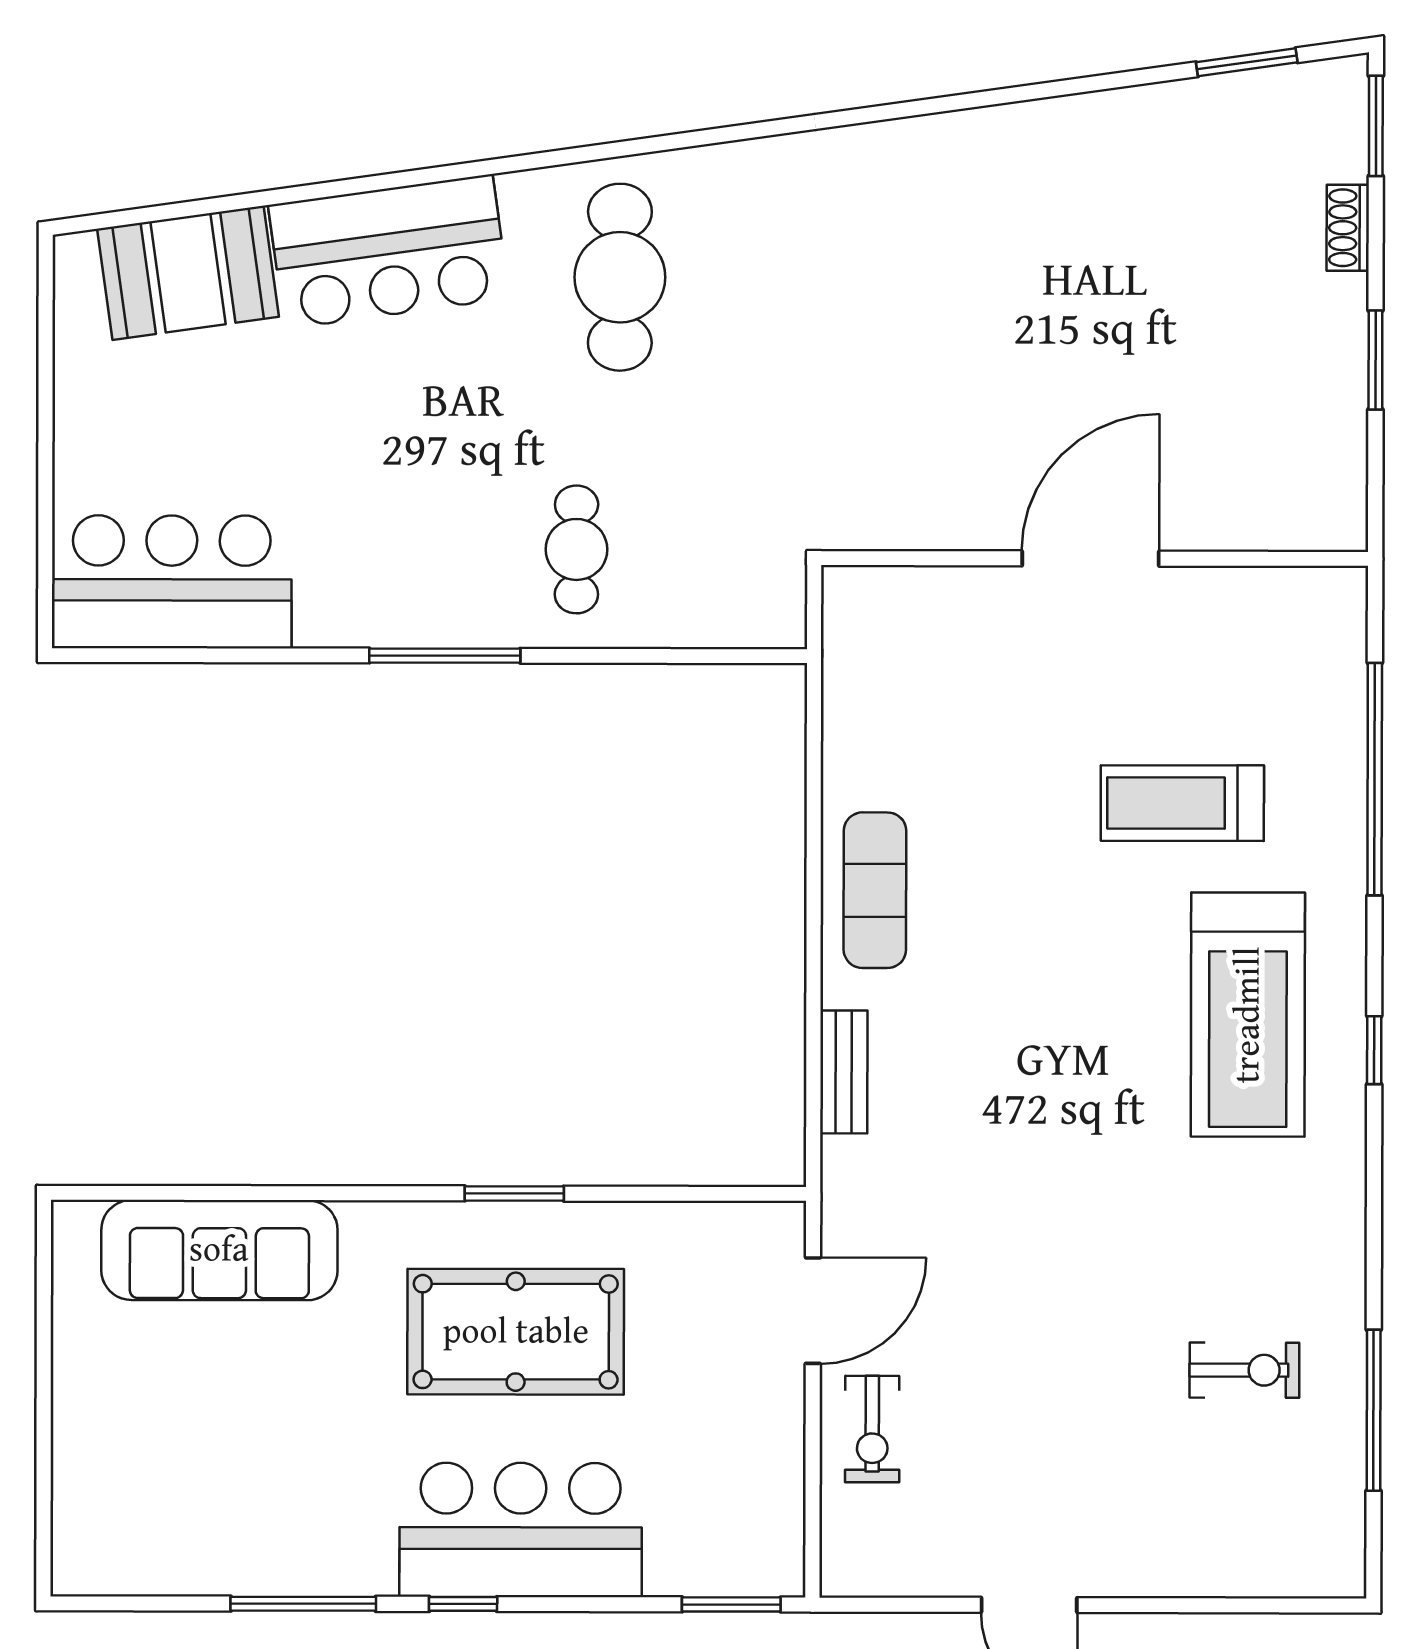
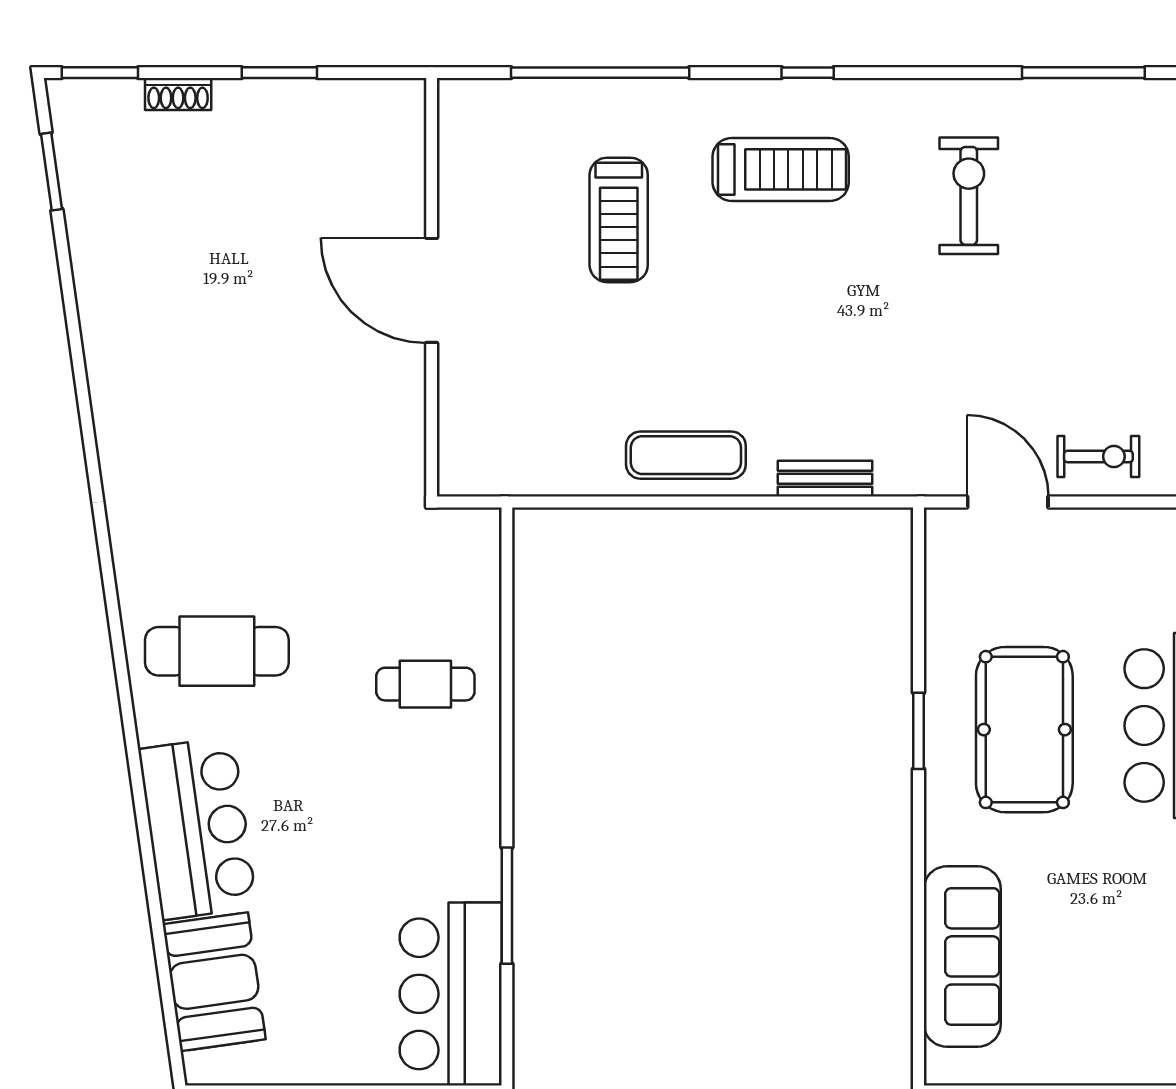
window: (445, 656) -> (507, 906), moved
treadmill: (1248, 1015) -> (781, 169), width x0.73, depth x0.73
exercise bike: (1244, 1370) -> (969, 196), moved, width x1.38, depth x1.39

